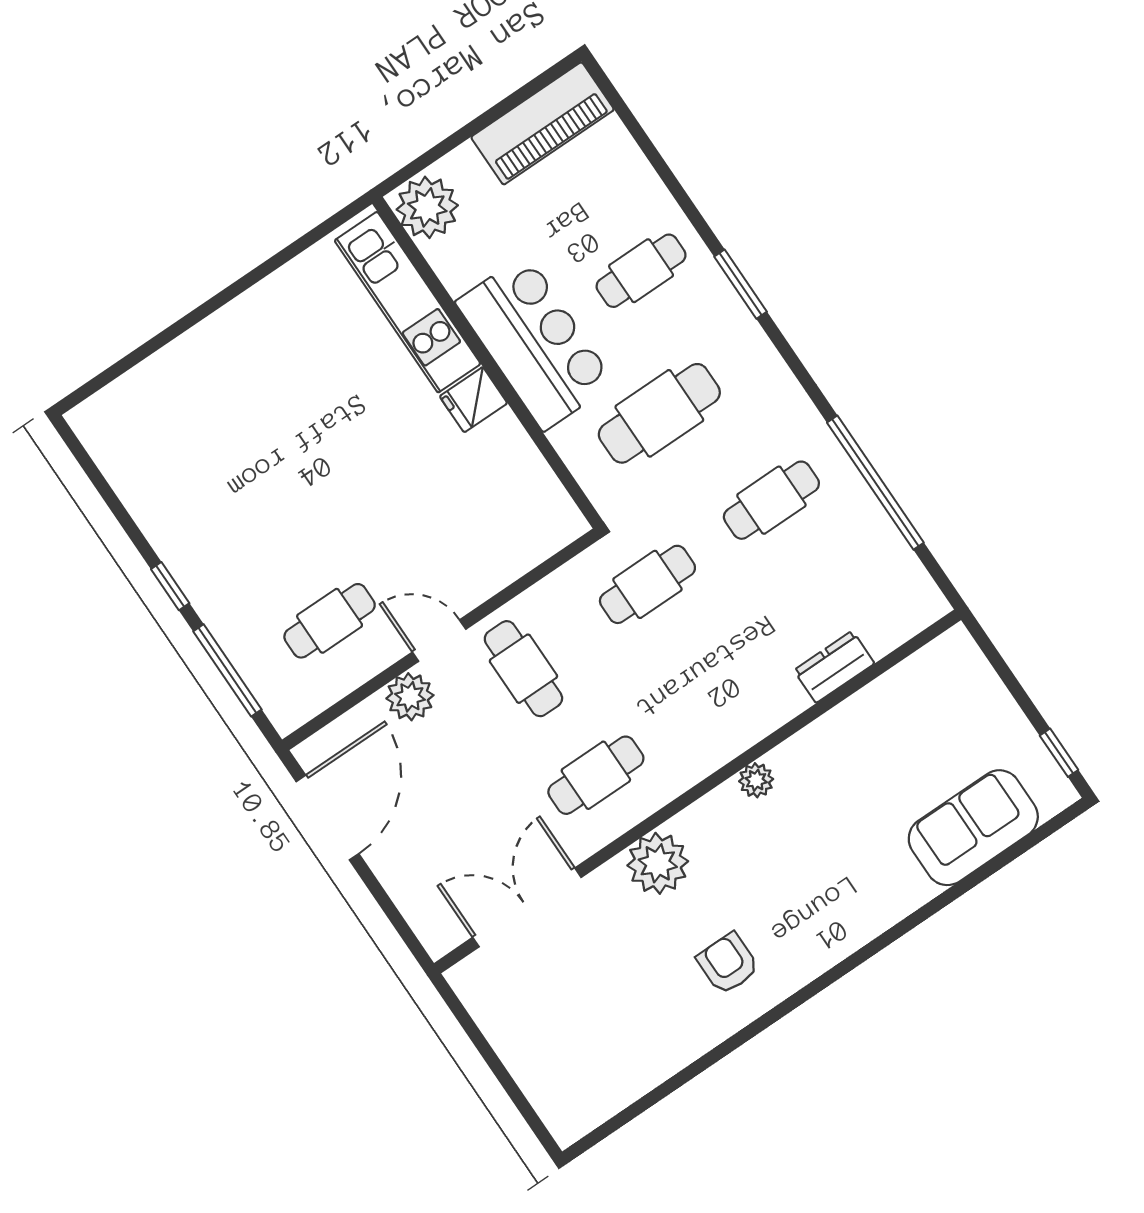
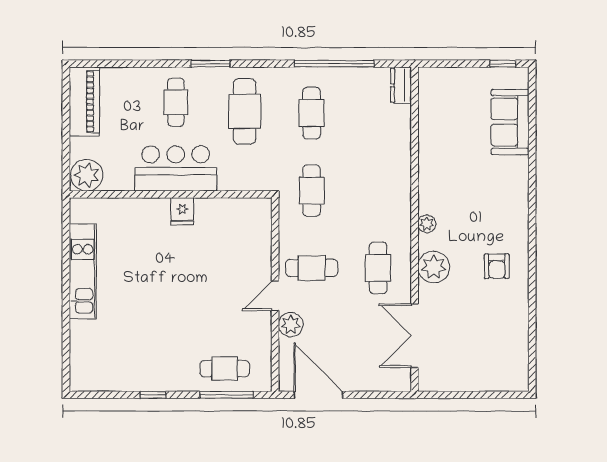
kitchen unit: (408, 302) -> (83, 271), moved, turned -90
cafe table: (659, 413) -> (245, 111), moved
window: (170, 586) -> (153, 395), moved
cafe table: (330, 621) -> (225, 369), moved, turned 90
dresser: (834, 667) -> (401, 85), moved
plant: (756, 780) -> (427, 224), moved
armchair: (728, 963) -> (497, 266), turned -90

